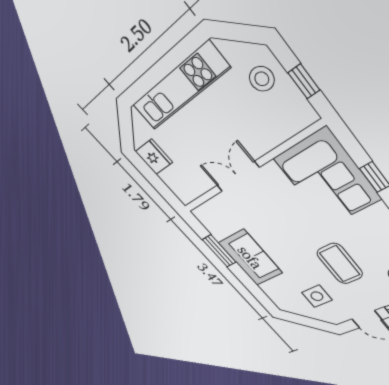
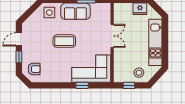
coffee table: (340, 264) -> (64, 41), moved
side table: (317, 296) -> (49, 13), moved

